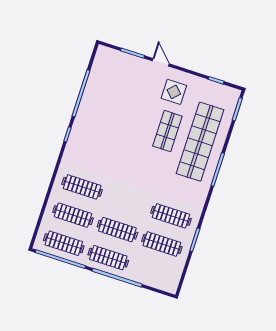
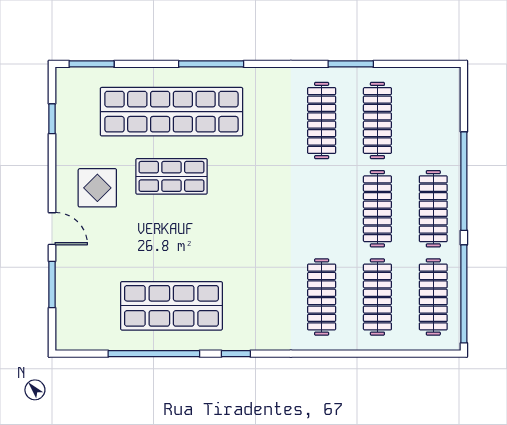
door: (161, 62) -> (52, 229), swing flipped
shop shelf: (102, 110) -> (171, 306), added

